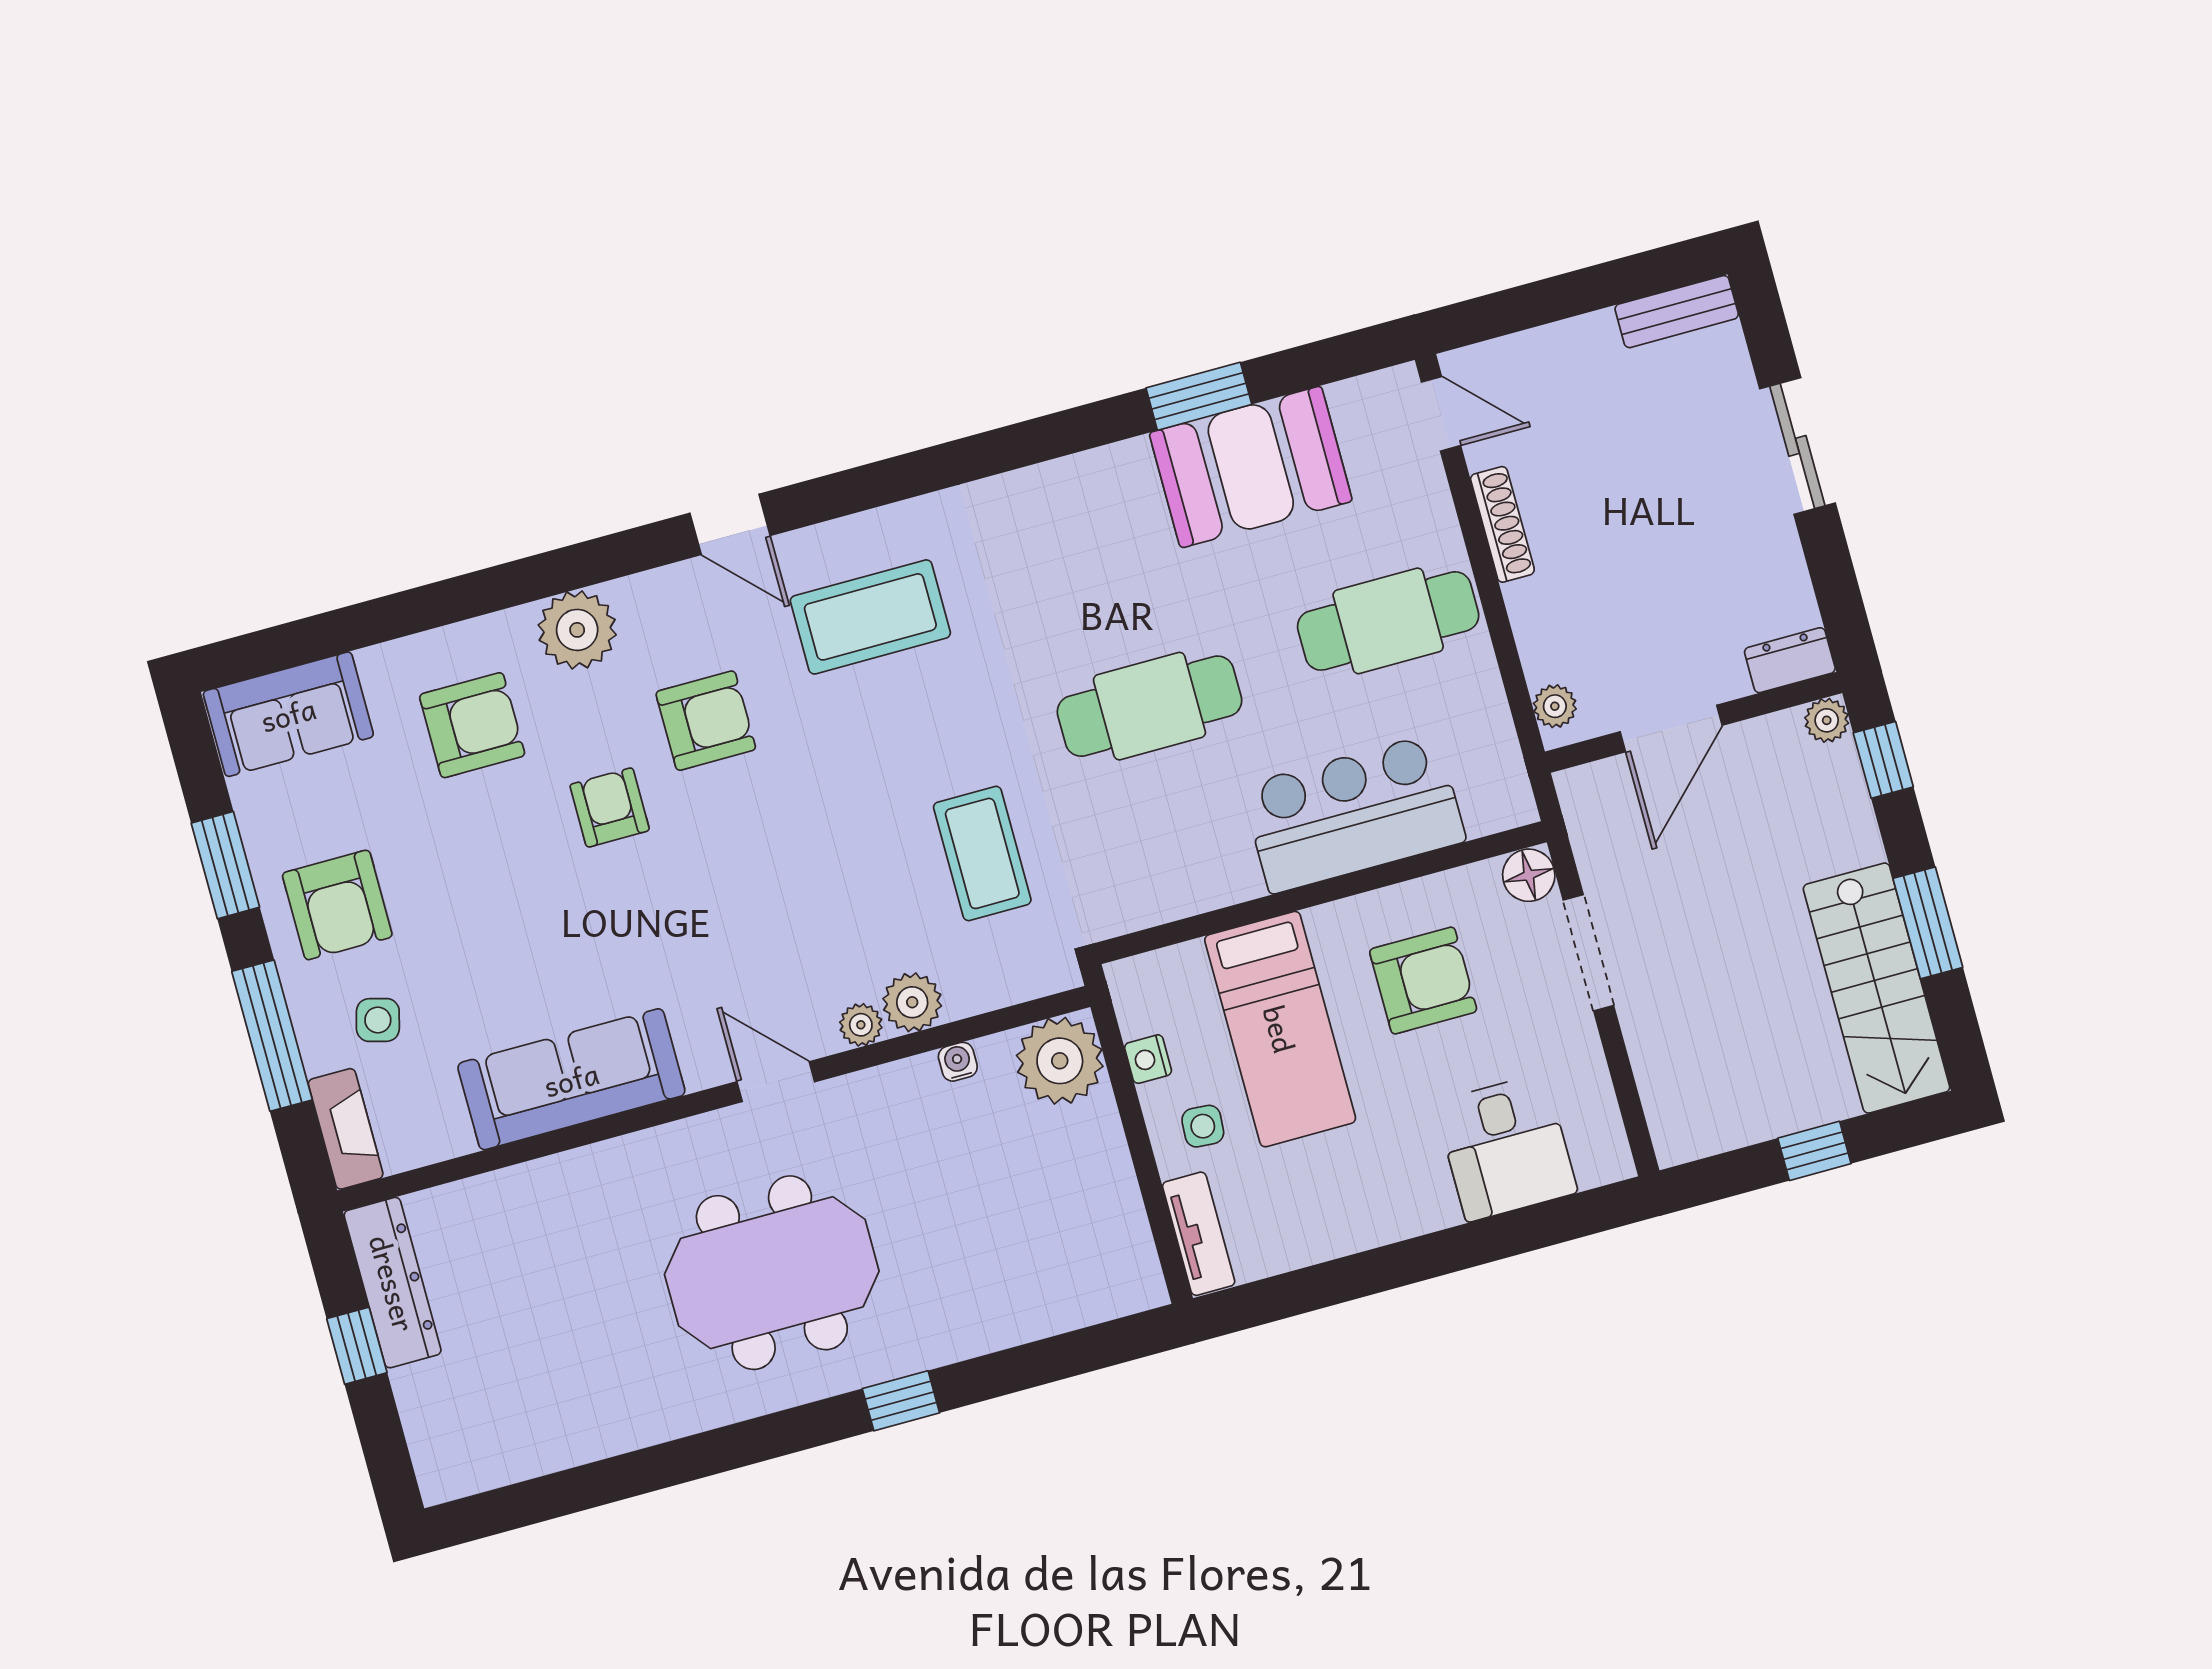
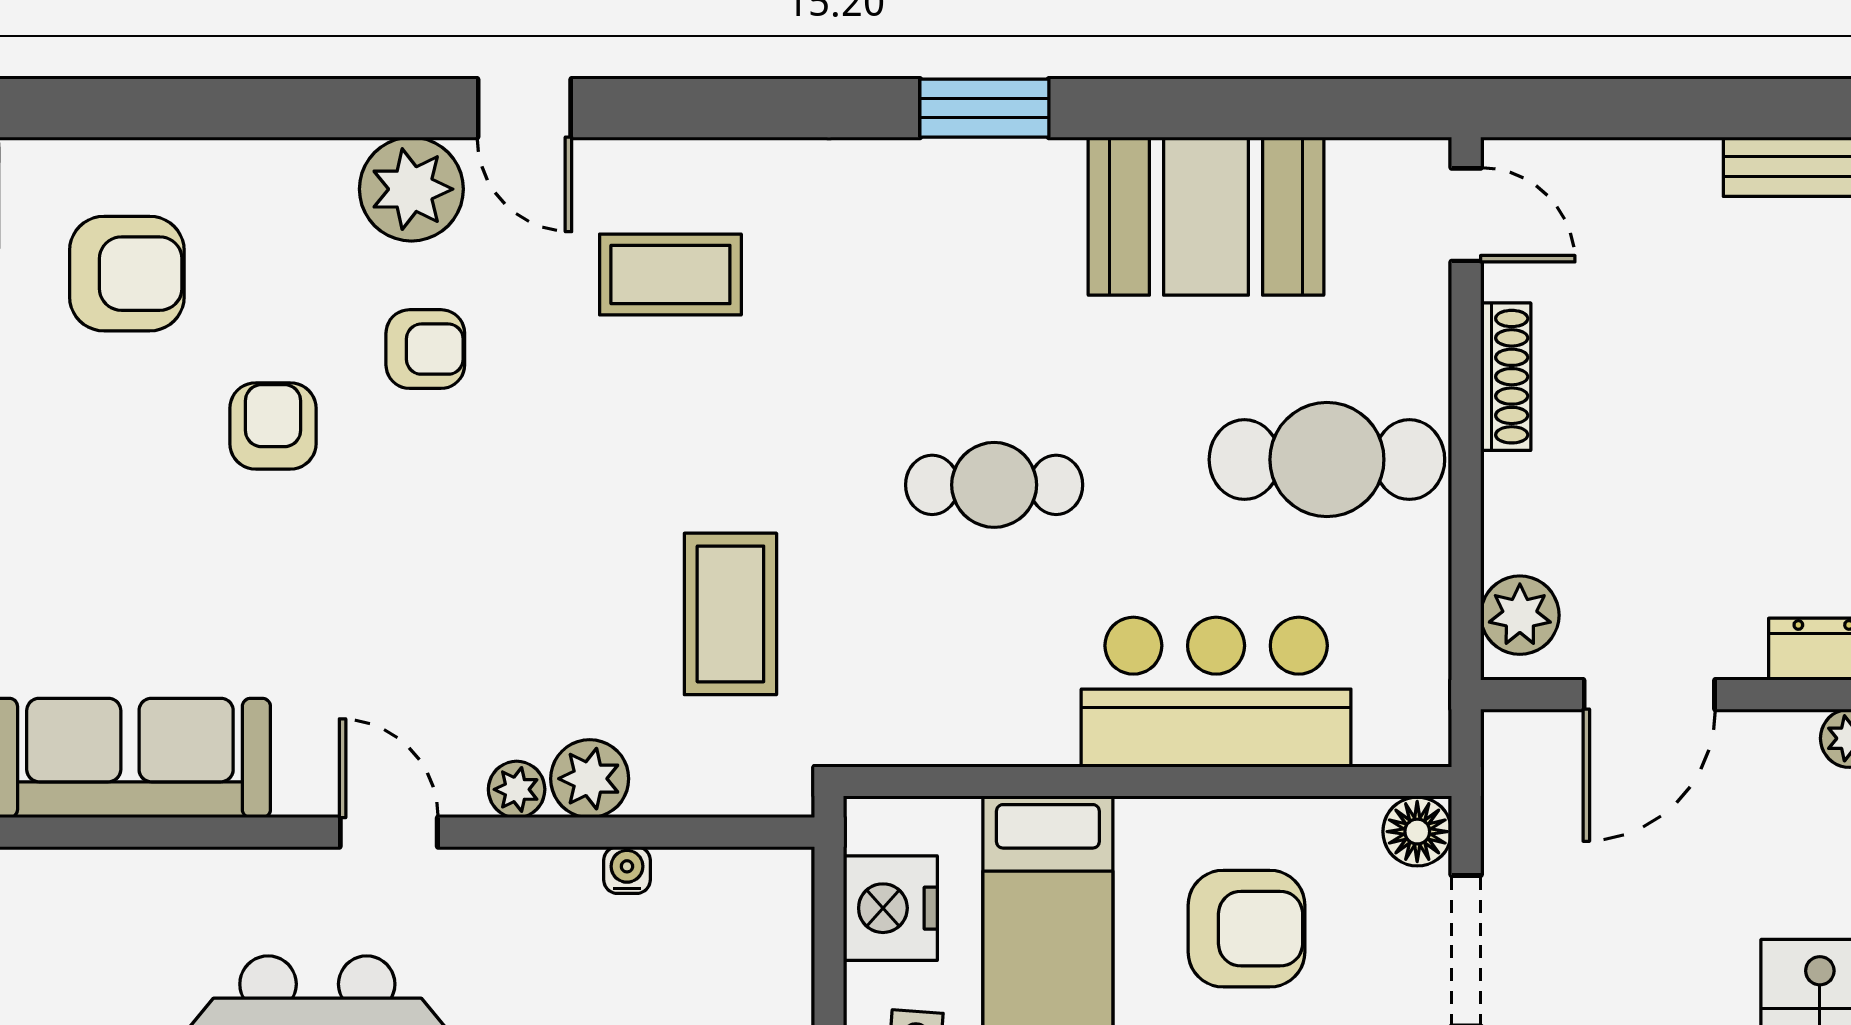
window: (1199, 396) -> (984, 108), moved
coffee table: (870, 617) -> (670, 274), width x0.73, depth x0.76
plant: (577, 630) -> (411, 189), moved
cafe table: (1149, 706) -> (994, 485), width x0.73, depth x0.74
plant: (1555, 706) -> (1520, 615), width x1.38, depth x1.38
armchair: (706, 721) -> (425, 349), width x0.72, depth x0.72
nightstand: (1148, 1059) -> (890, 908), width x1.89, depth x1.79
plant: (1060, 1061) -> (757, 904), removed

